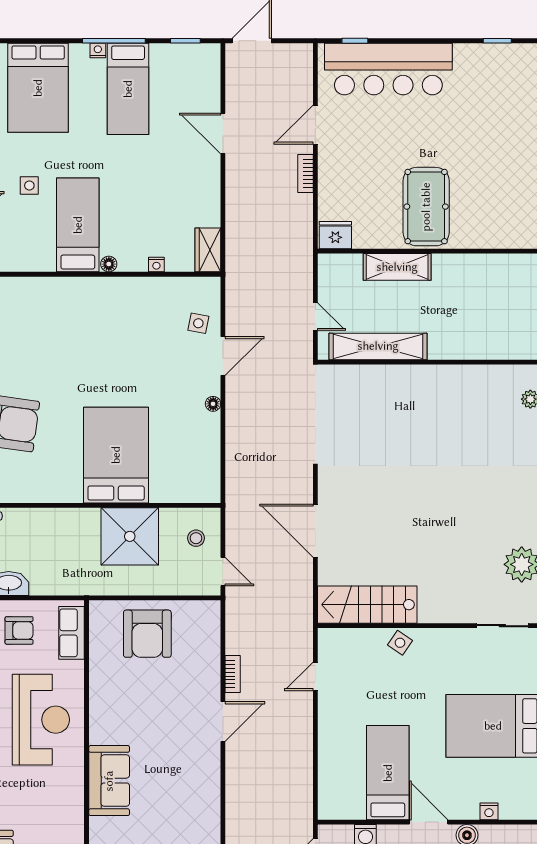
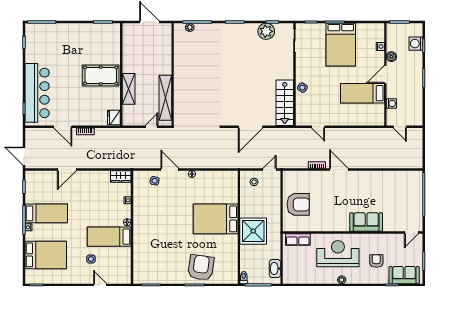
shower: (130, 536) -> (253, 231), moved
armchair: (19, 630) -> (376, 261), moved

